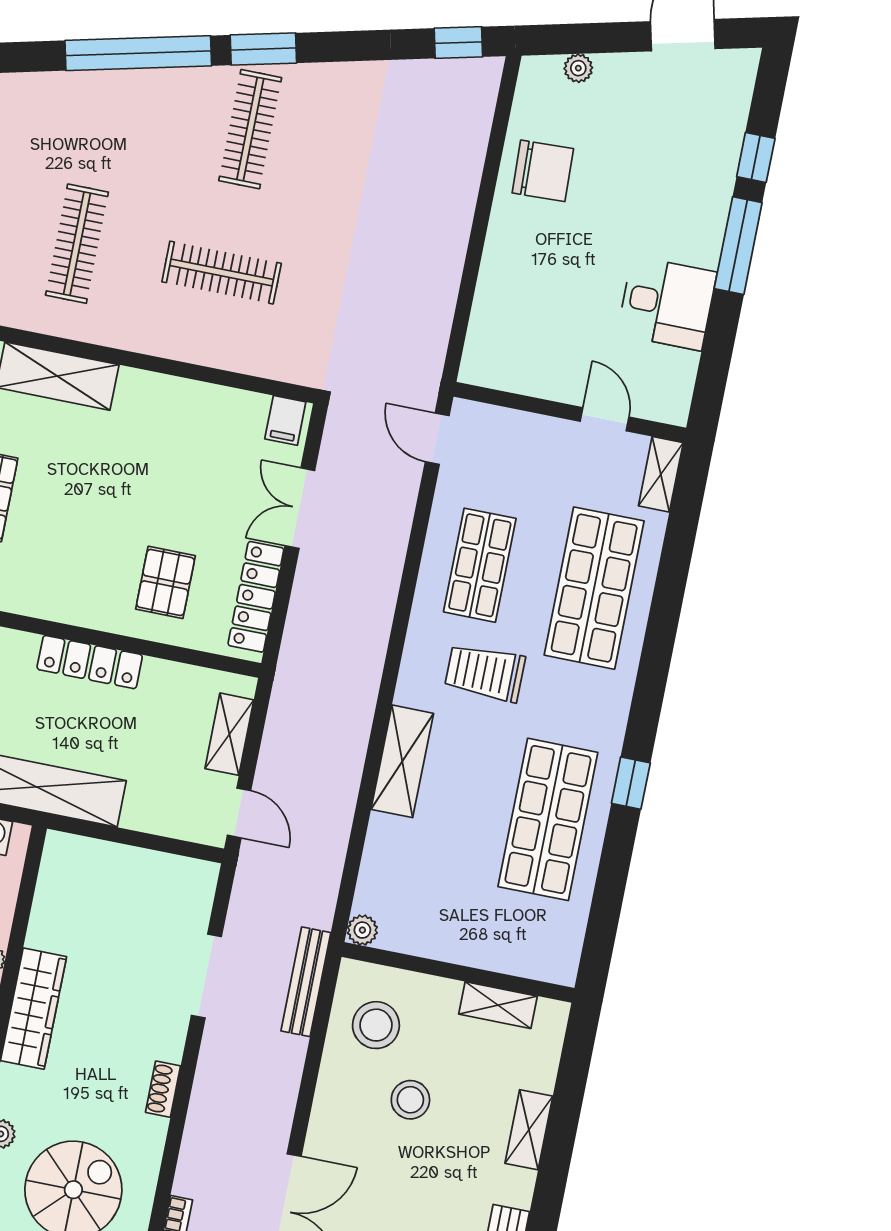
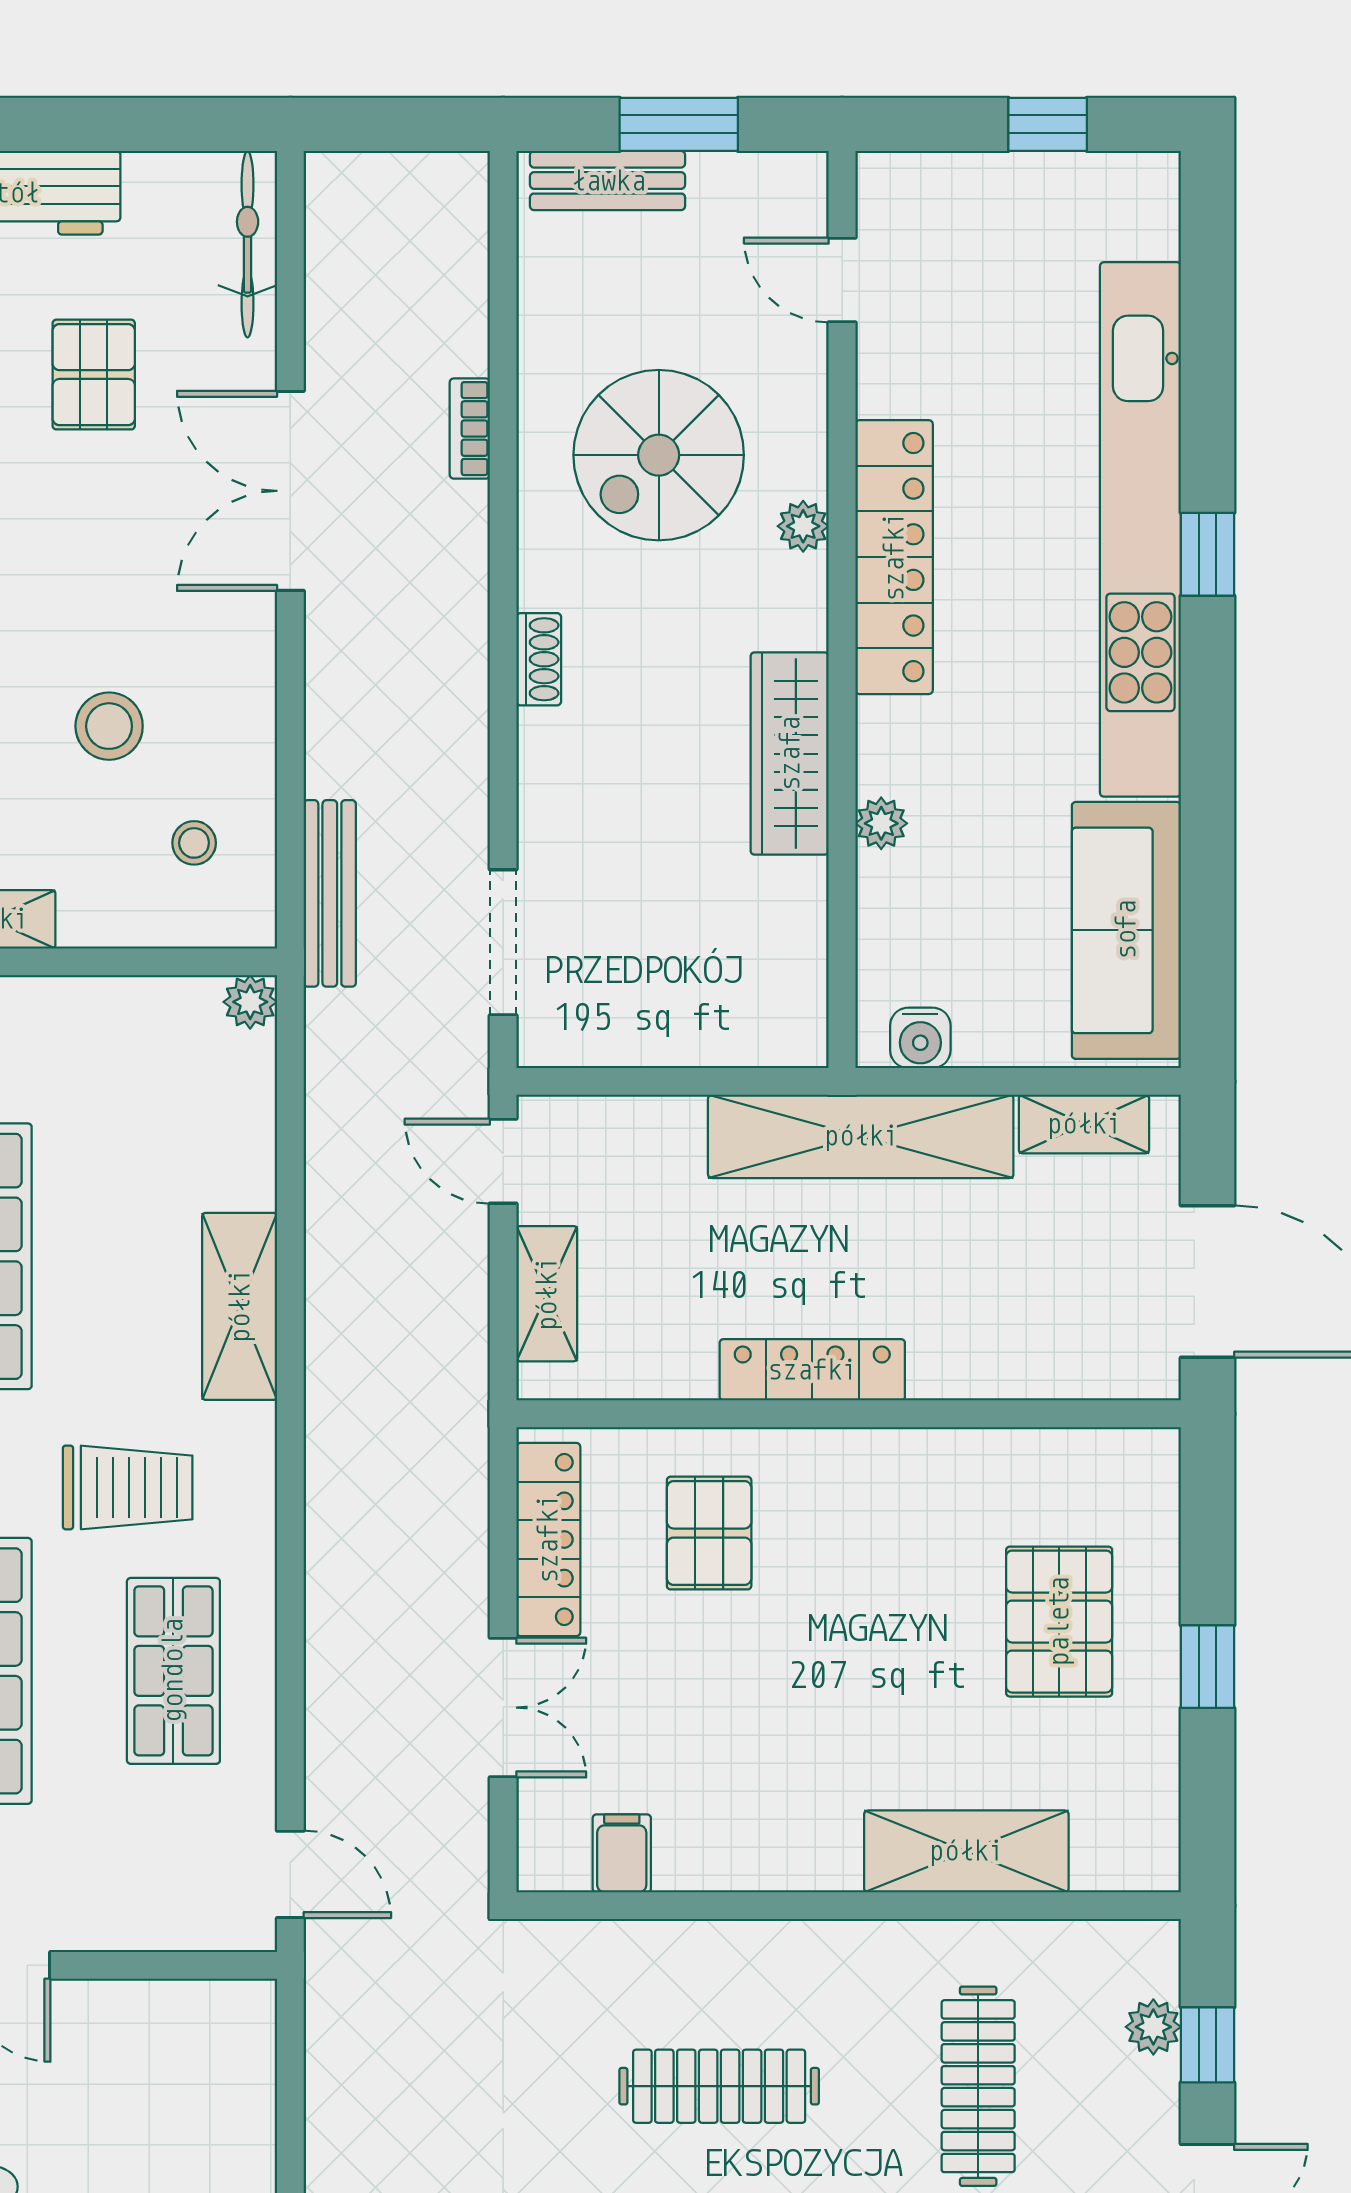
filing cabinet: (285, 420) -> (622, 1853), moved
doorway: (206, 976) -> (503, 942), moved
stool: (376, 1025) -> (194, 843), width x0.53, depth x0.53

